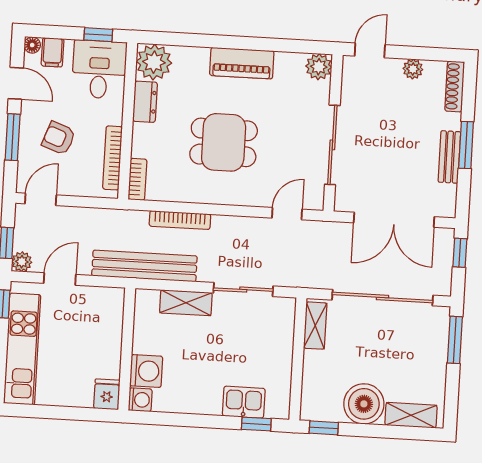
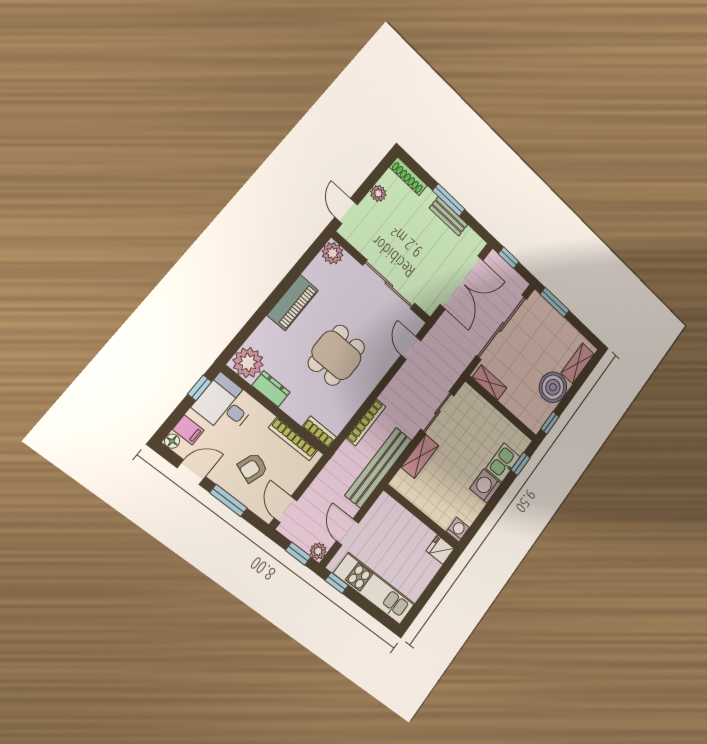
washing machine: (146, 371) -> (485, 486), moved, turned -90

